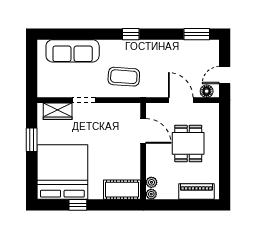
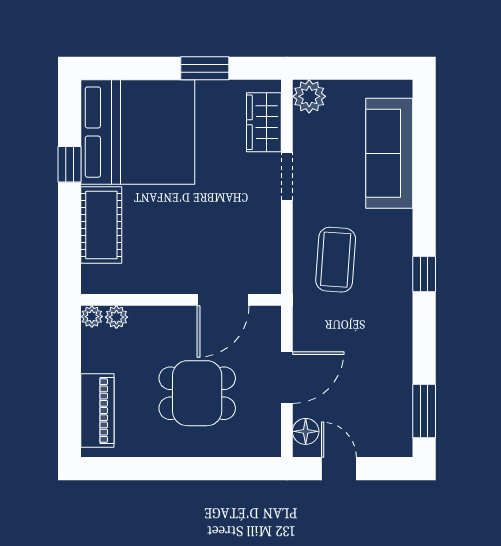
plant: (45, 89) -> (309, 96), added
cot: (122, 190) -> (101, 225), moved

